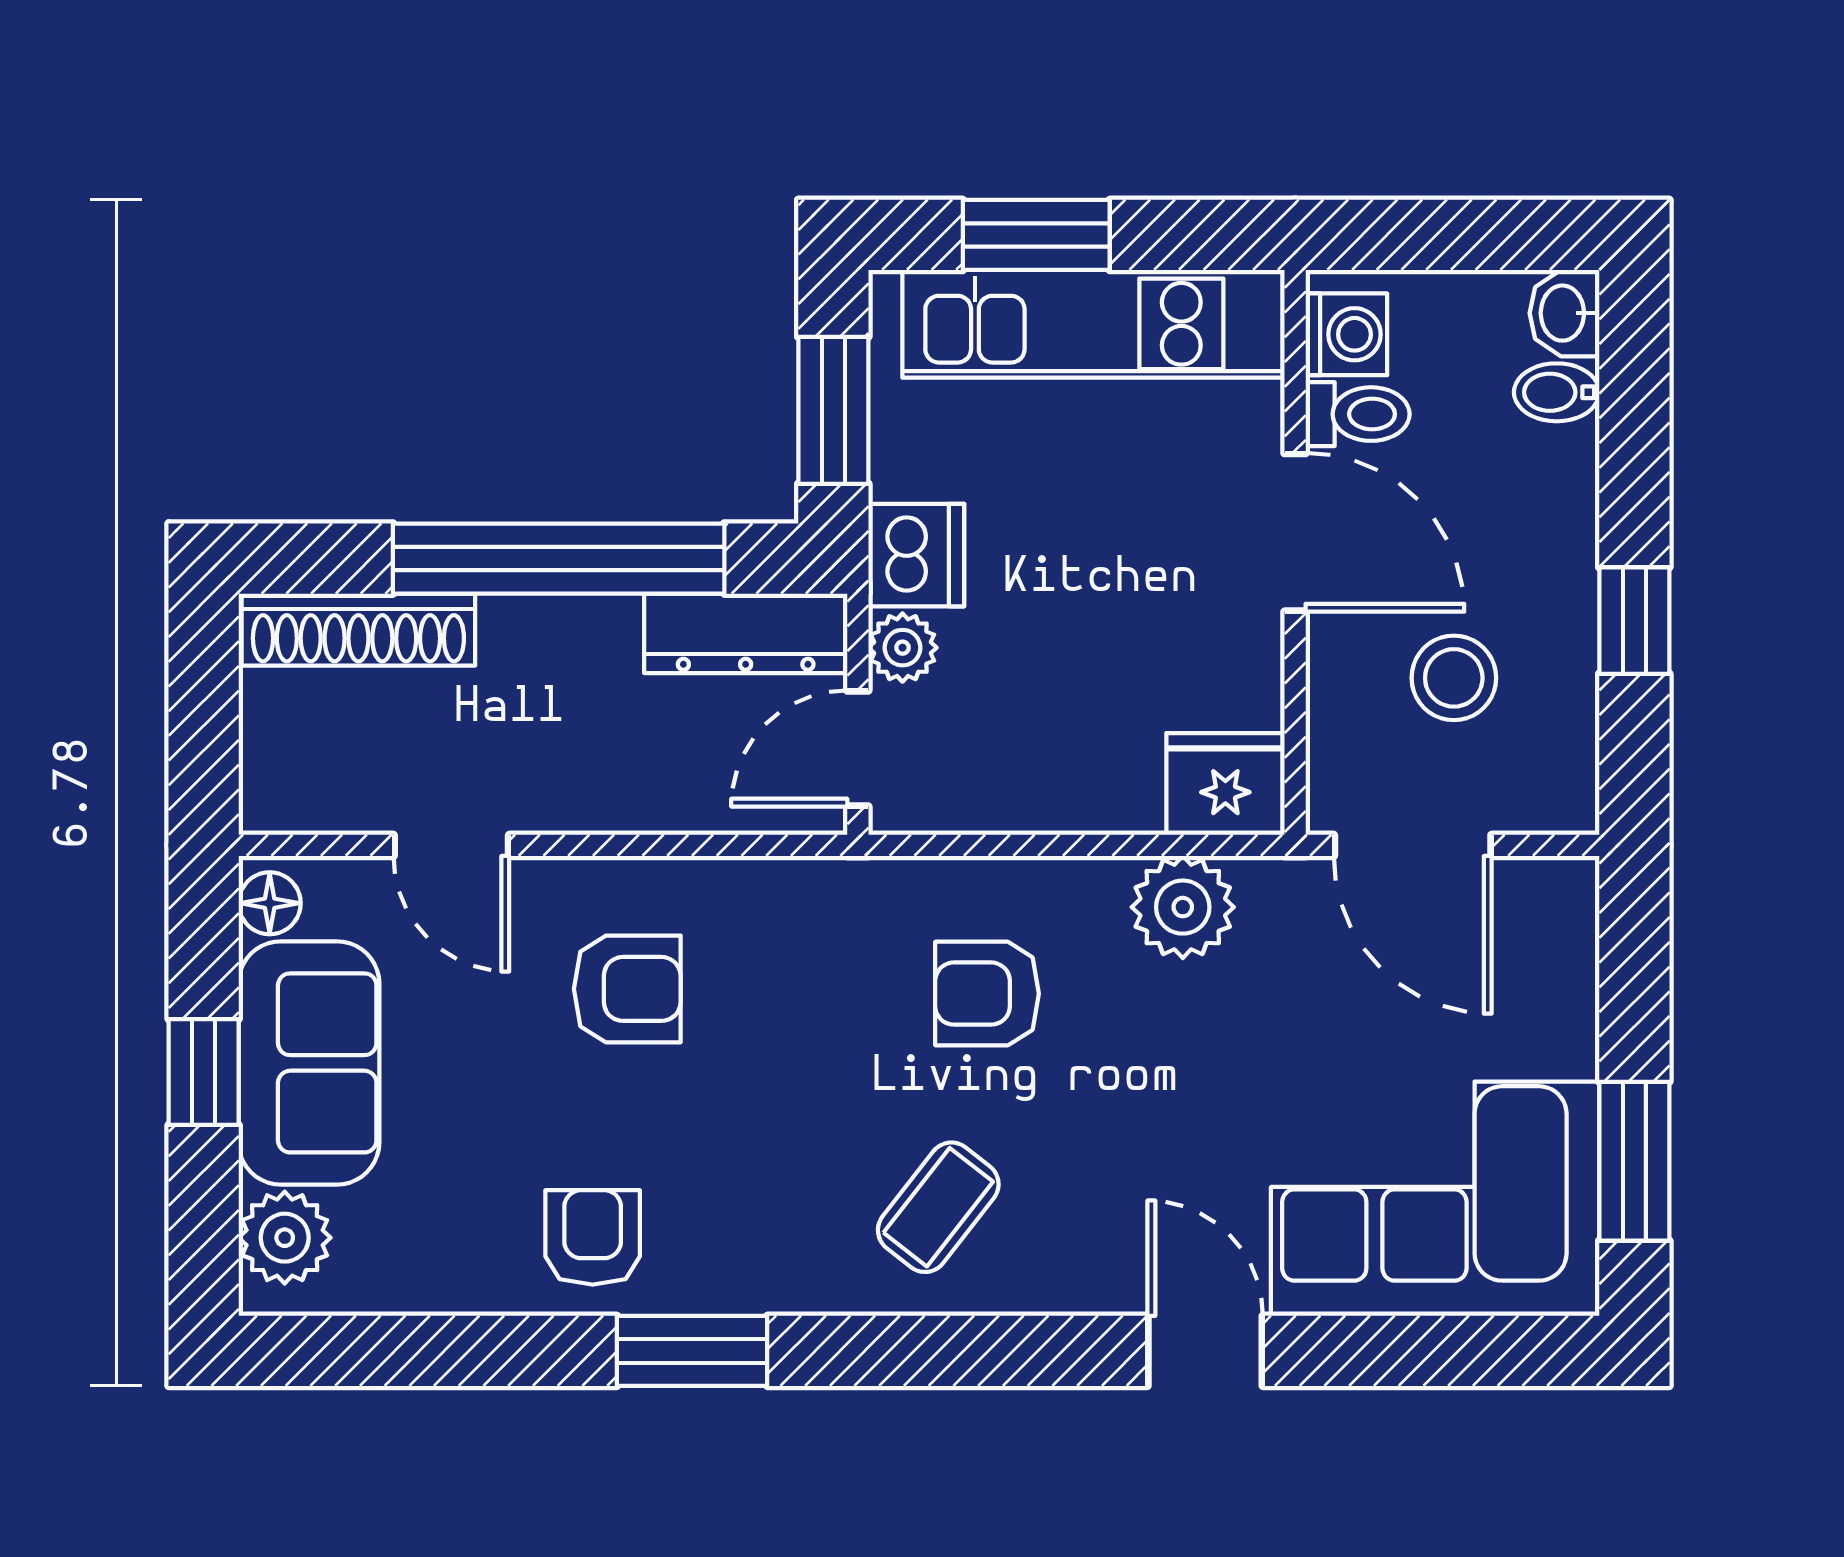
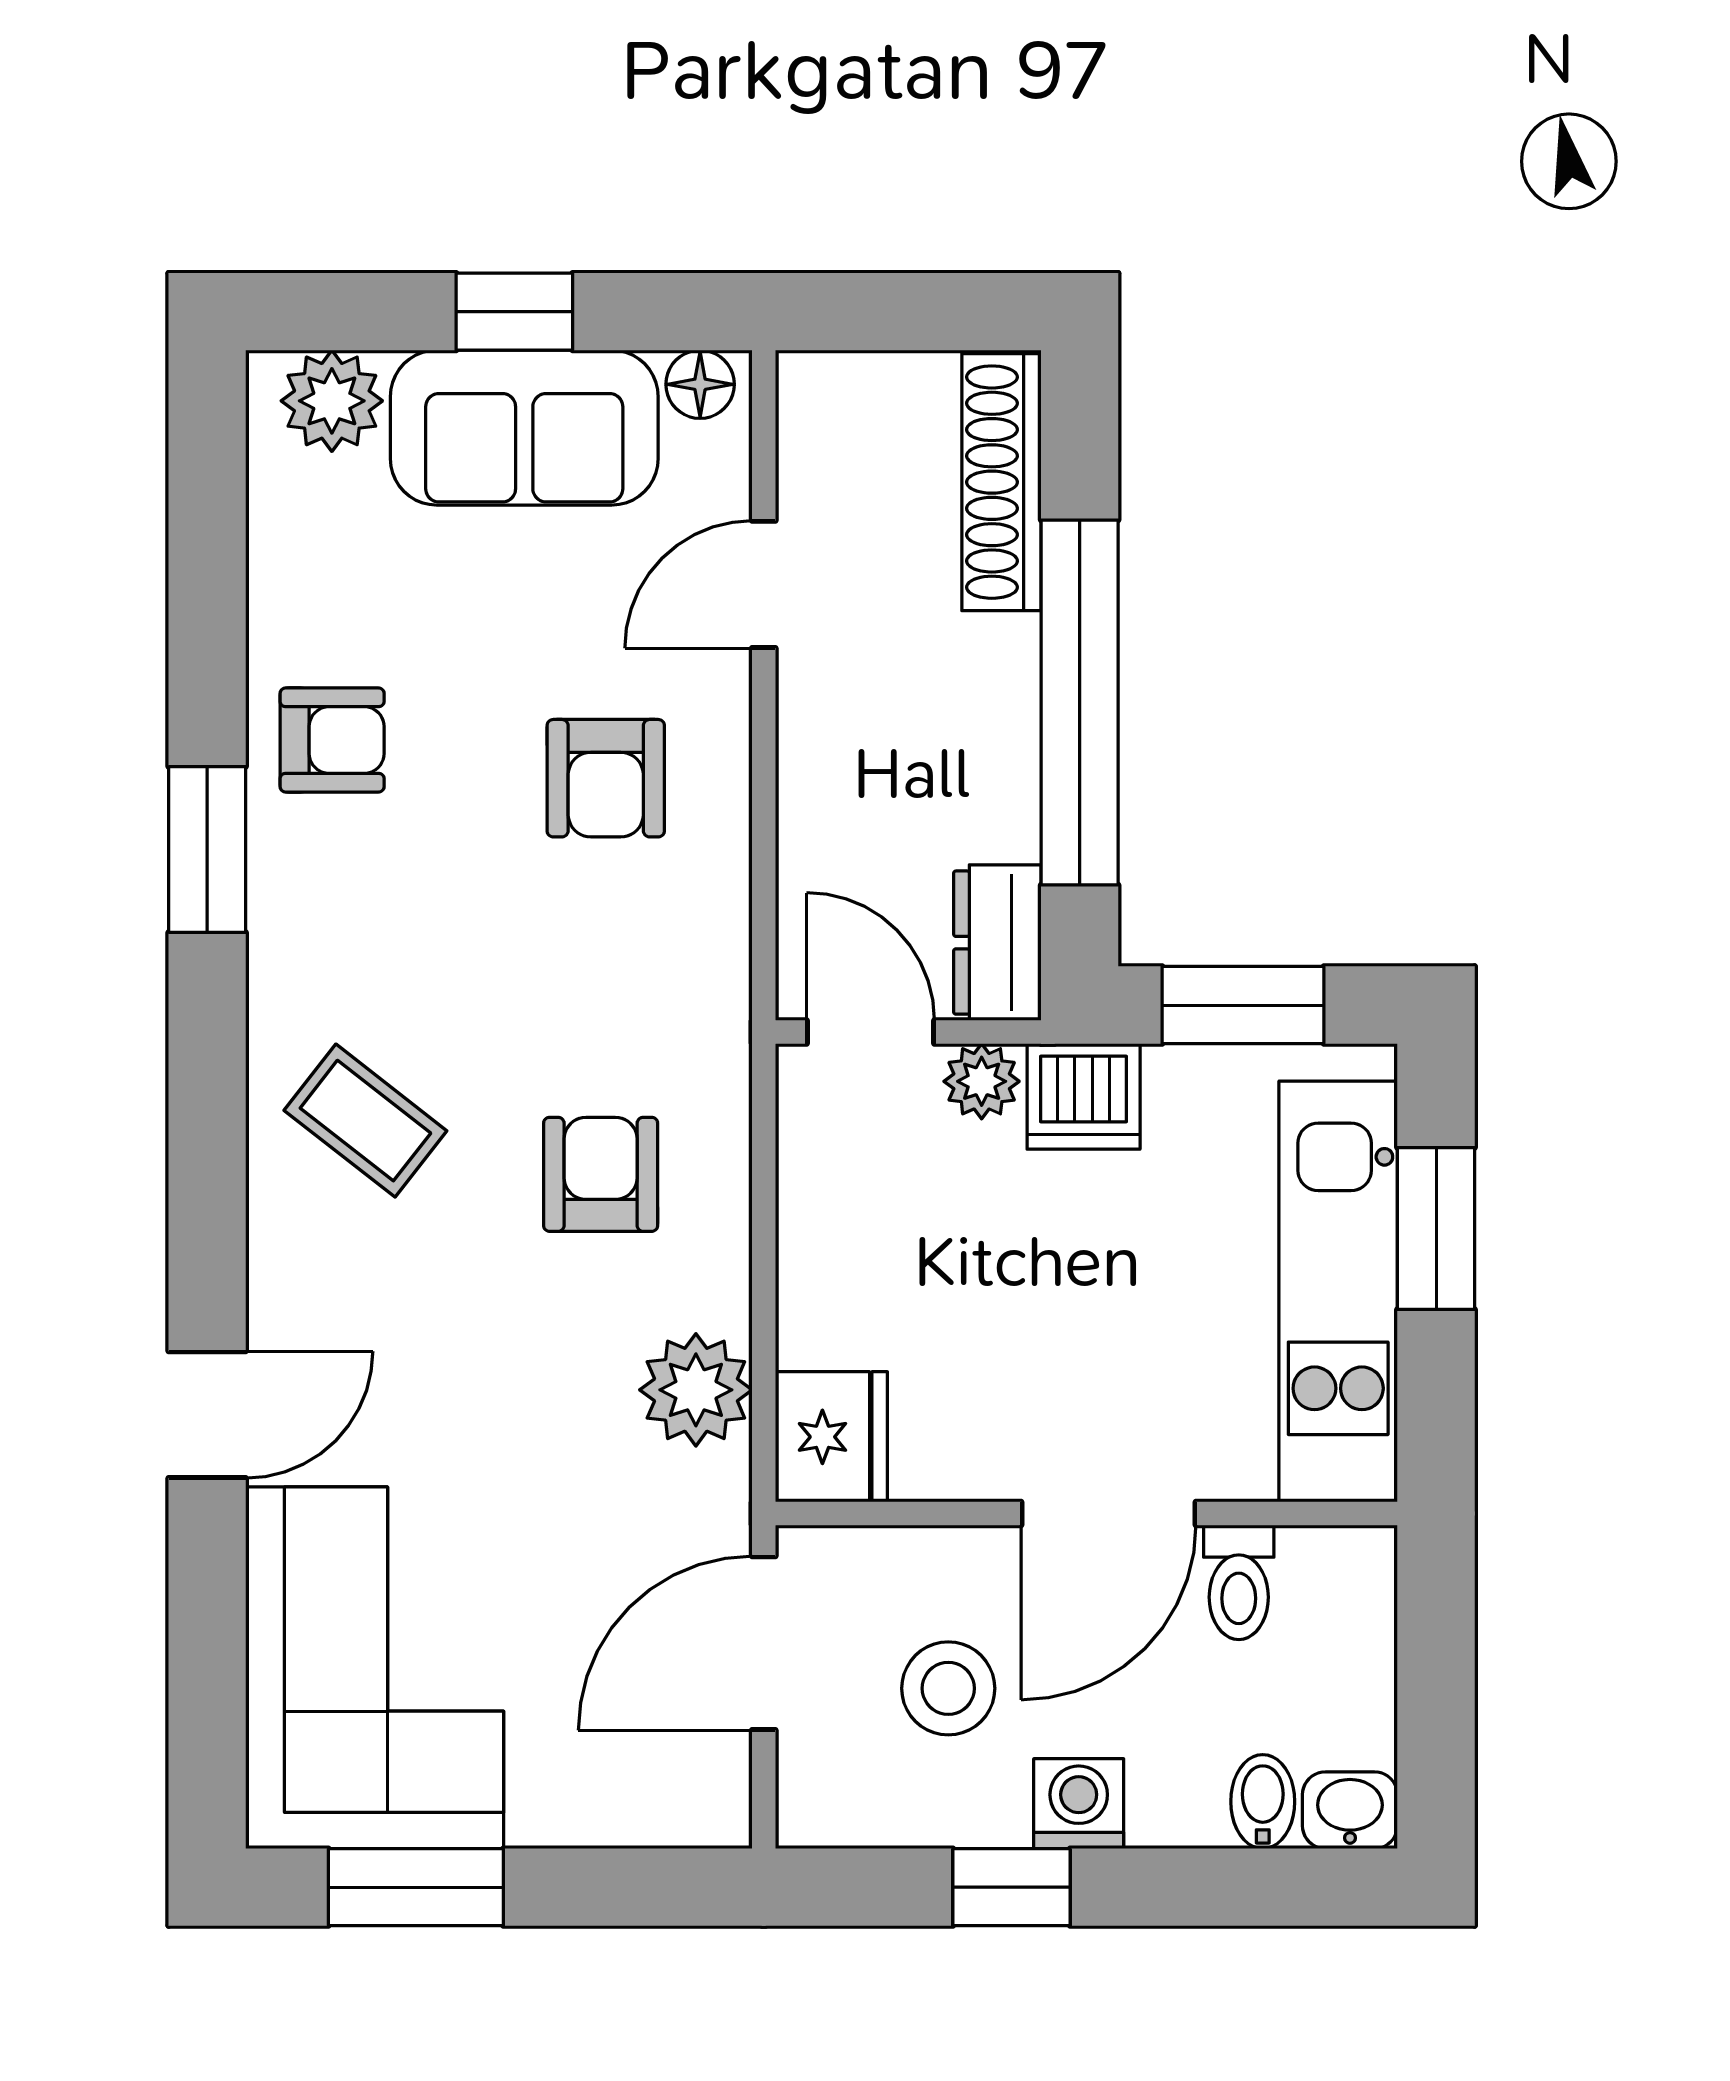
washing machine: (1346, 334) -> (1079, 1804), moved, turned 180
dresser: (746, 633) -> (997, 943), width x0.70

